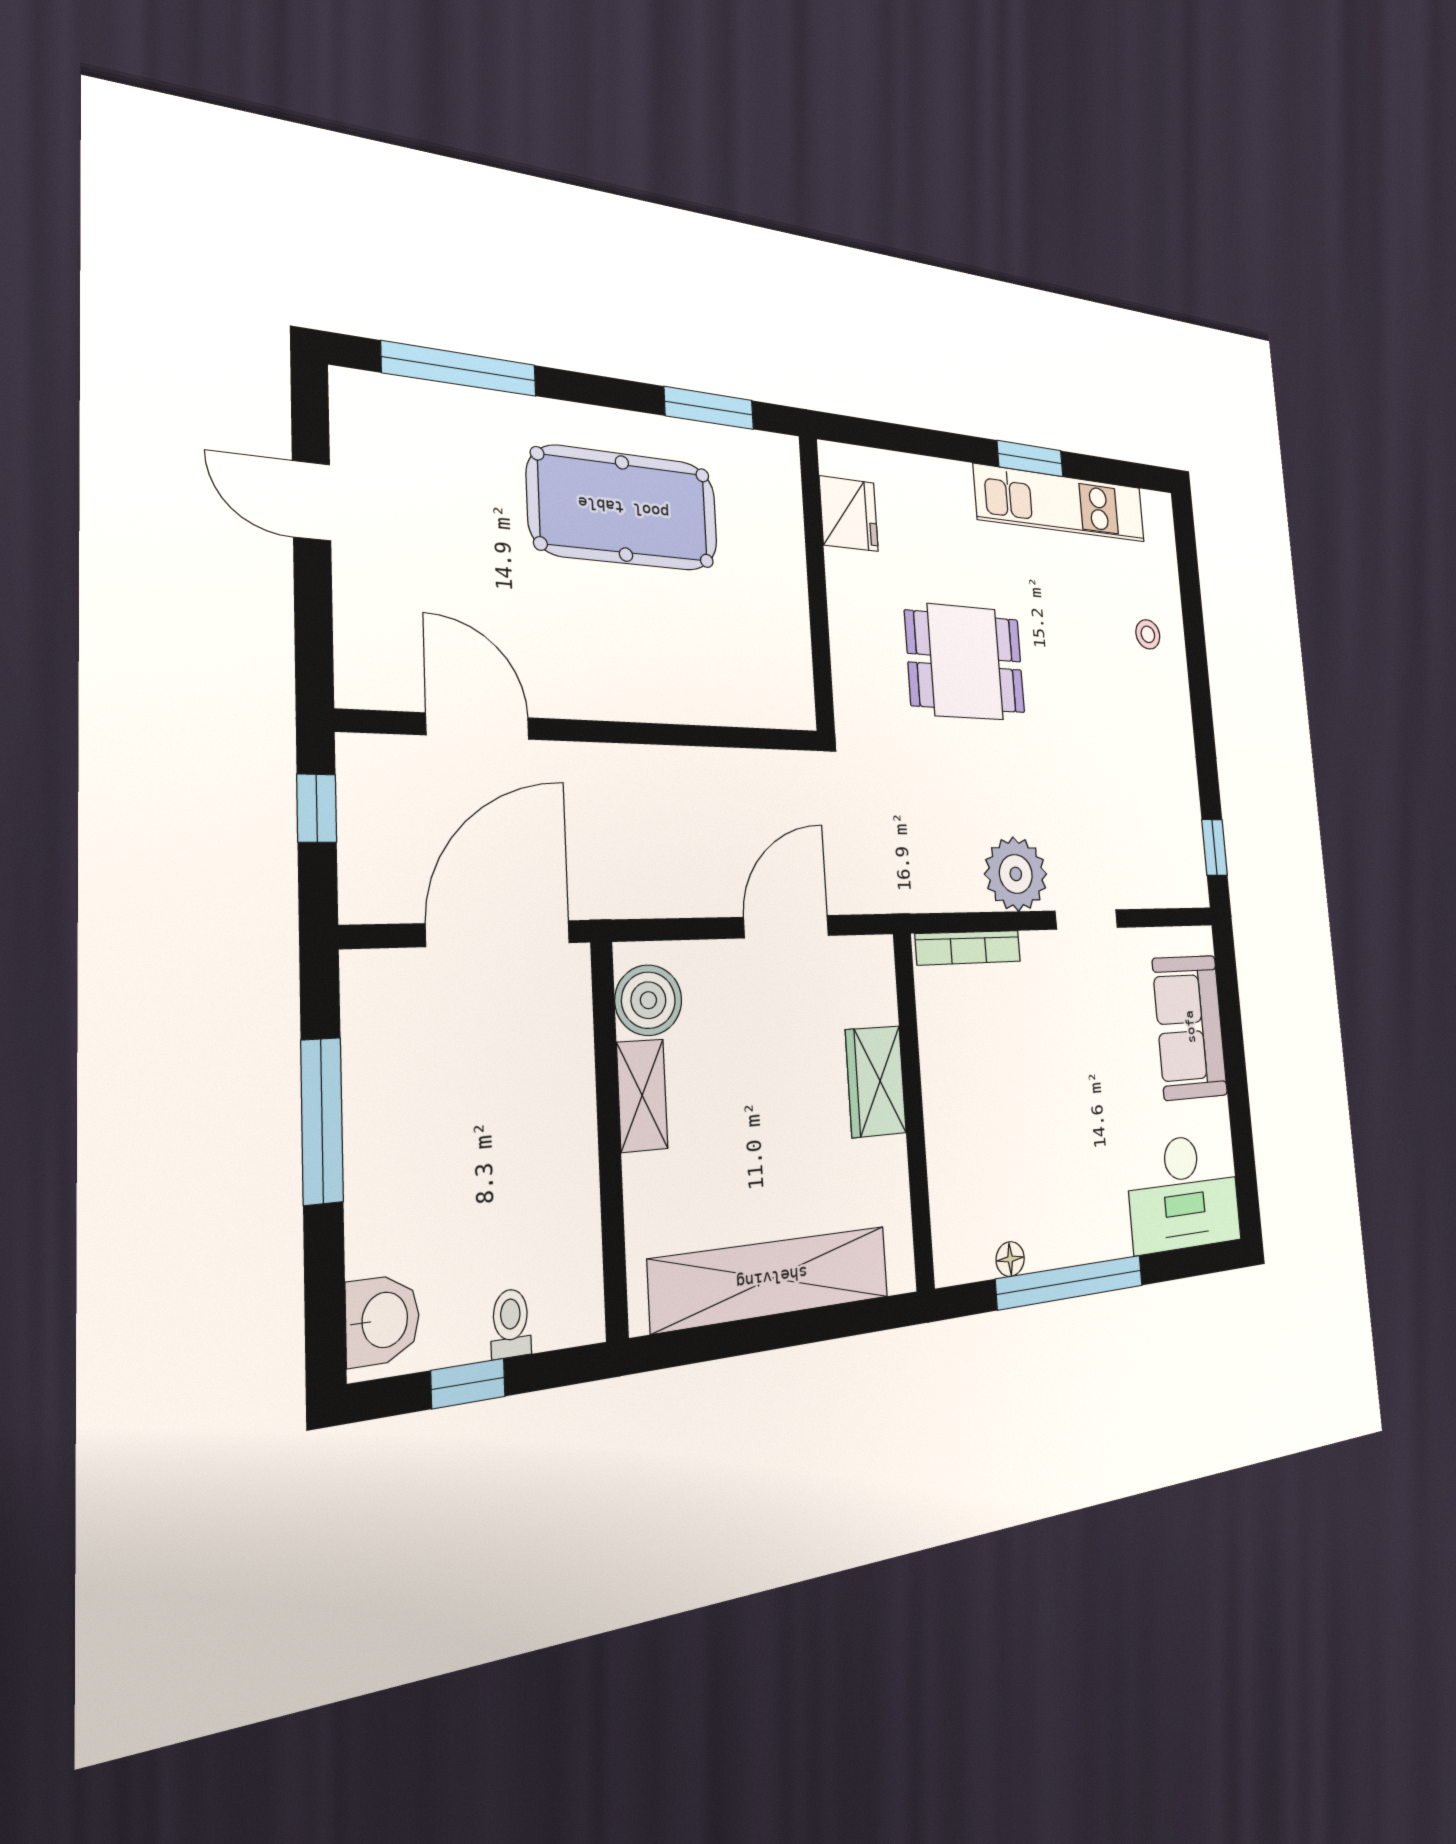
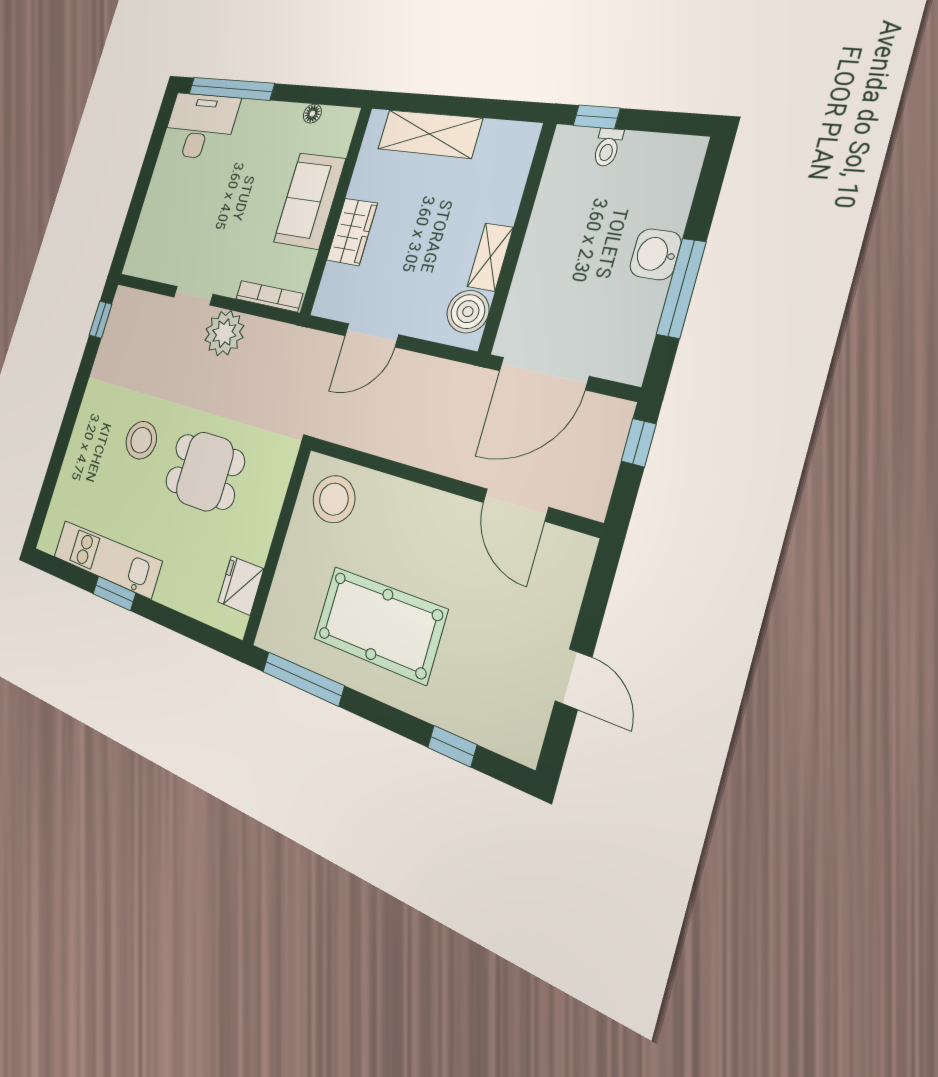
window: (460, 369) -> (452, 746), width x0.46
window: (709, 408) -> (303, 679), width x1.44
stool: (1148, 634) -> (141, 440), moved, width x1.89, depth x1.89
stool: (756, 669) -> (334, 499), added
window: (317, 808) -> (639, 443), moved
sofa: (1190, 1027) -> (309, 201), moved, turned 180
shelving: (772, 1278) -> (429, 134), width x0.68
window: (1071, 1282) -> (231, 89), moved
washbasin: (383, 1320) -> (655, 254), moved
window: (468, 1383) -> (597, 117), moved

